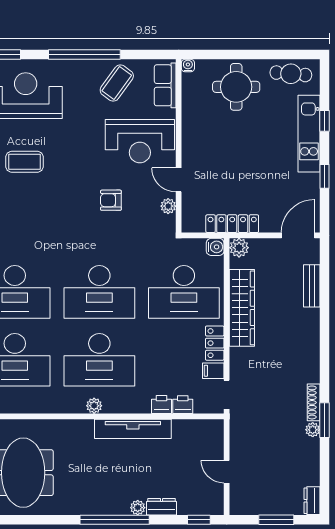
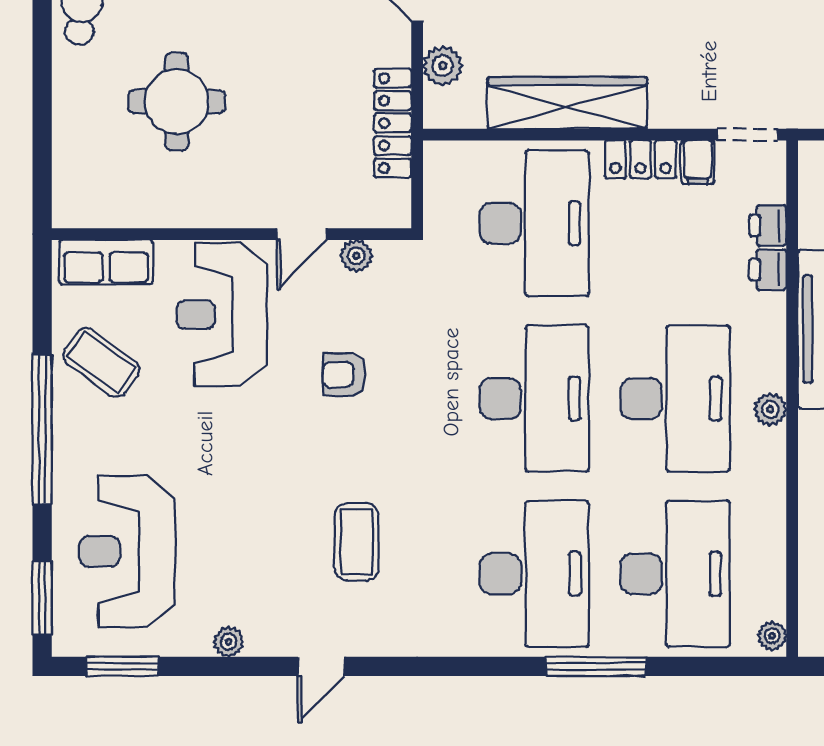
water cooler: (188, 66) -> (65, 215), removed
round table: (236, 87) -> (177, 102), moved
reception desk: (140, 141) -> (222, 315), turned 180
coffee table: (25, 162) -> (357, 542), moved
armchair: (111, 200) -> (344, 375), turned 90
water cooler: (215, 247) -> (441, 158), removed
plant: (239, 248) -> (443, 66), moved

